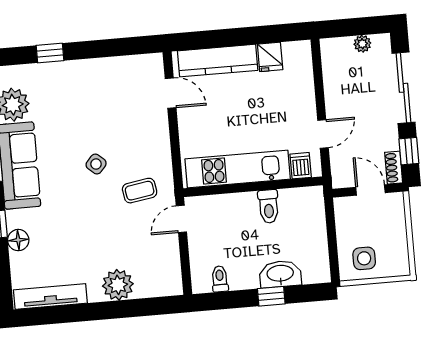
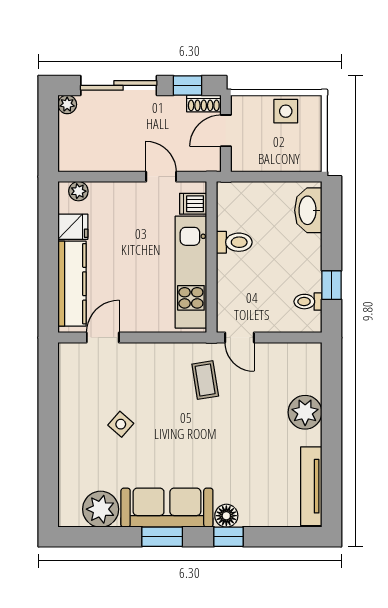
plant: (362, 44) -> (67, 104), moved
window: (50, 53) -> (48, 464), removed
plant: (303, 59) -> (78, 191), added
side table: (96, 164) -> (121, 424), moved
floor lamp: (18, 240) -> (226, 516), moved
side table: (364, 258) -> (286, 111), moved
washbasin: (280, 274) -> (308, 210), moved
window: (271, 296) -> (332, 285), moved

